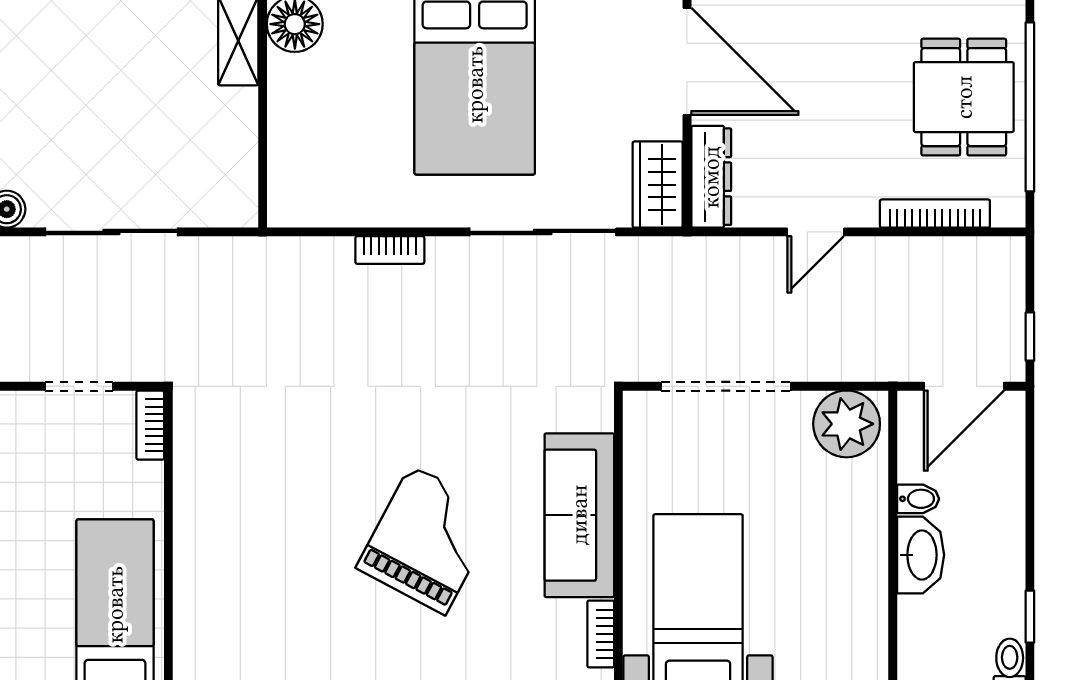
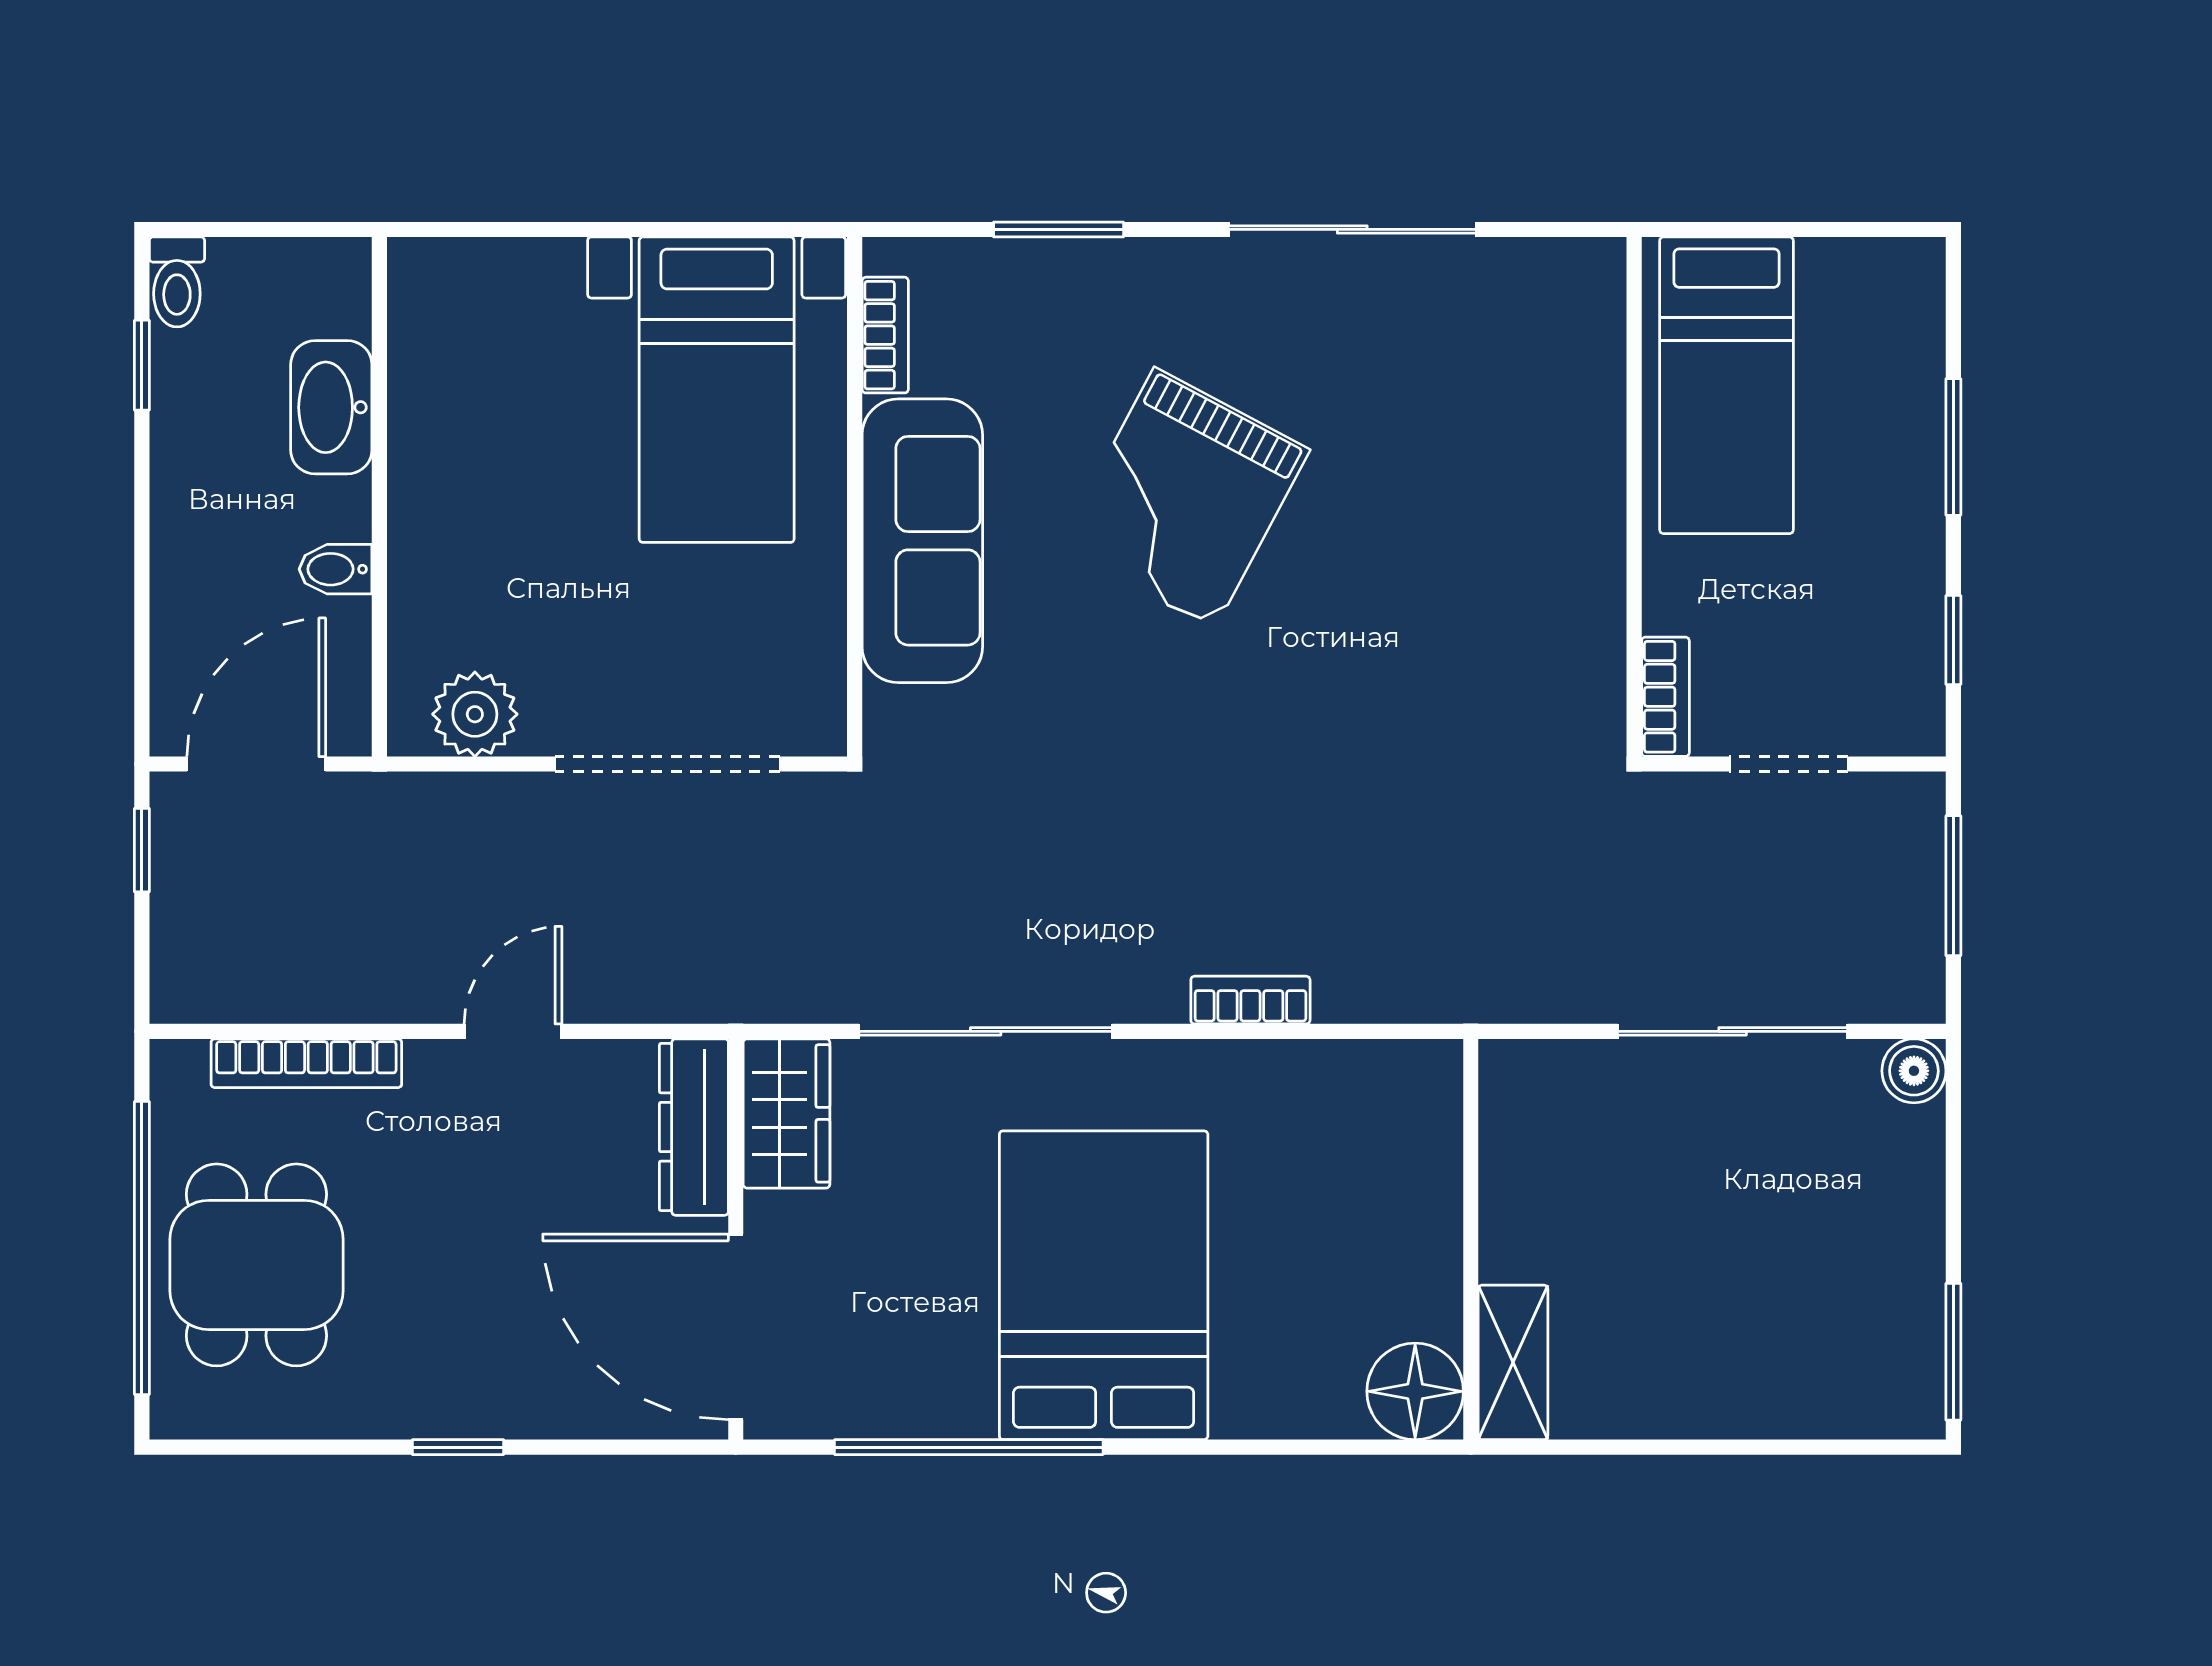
plant: (847, 424) -> (475, 714), width x0.73, depth x0.73
washbasin: (921, 555) -> (331, 407), moved

